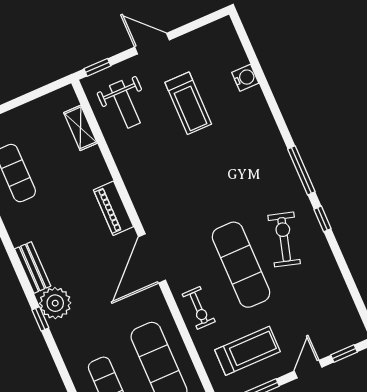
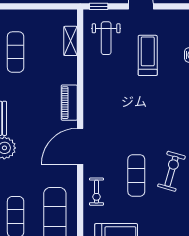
treadmill: (188, 103) -> (148, 55), turned 180
exercise mat: (241, 265) -> (136, 175), width x0.73, depth x0.69

